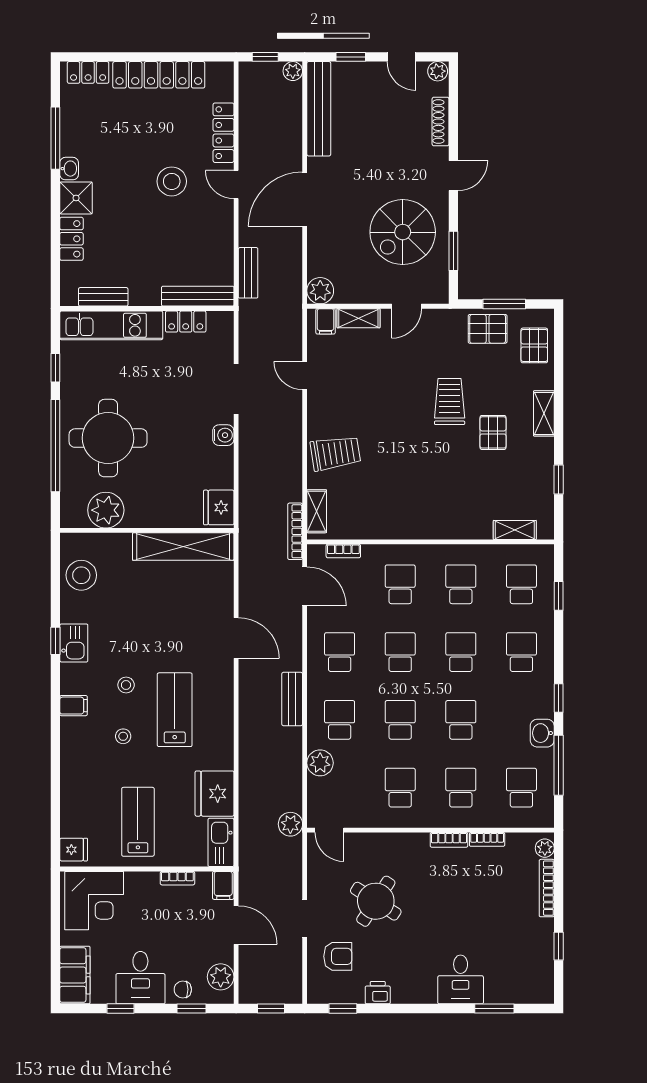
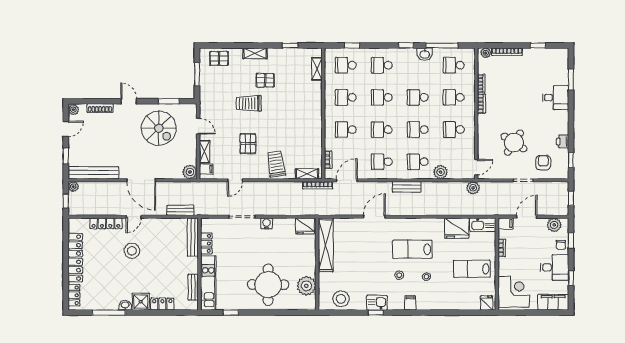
pallet: (488, 329) -> (248, 144), moved
window: (55, 446) -> (272, 313), removed

